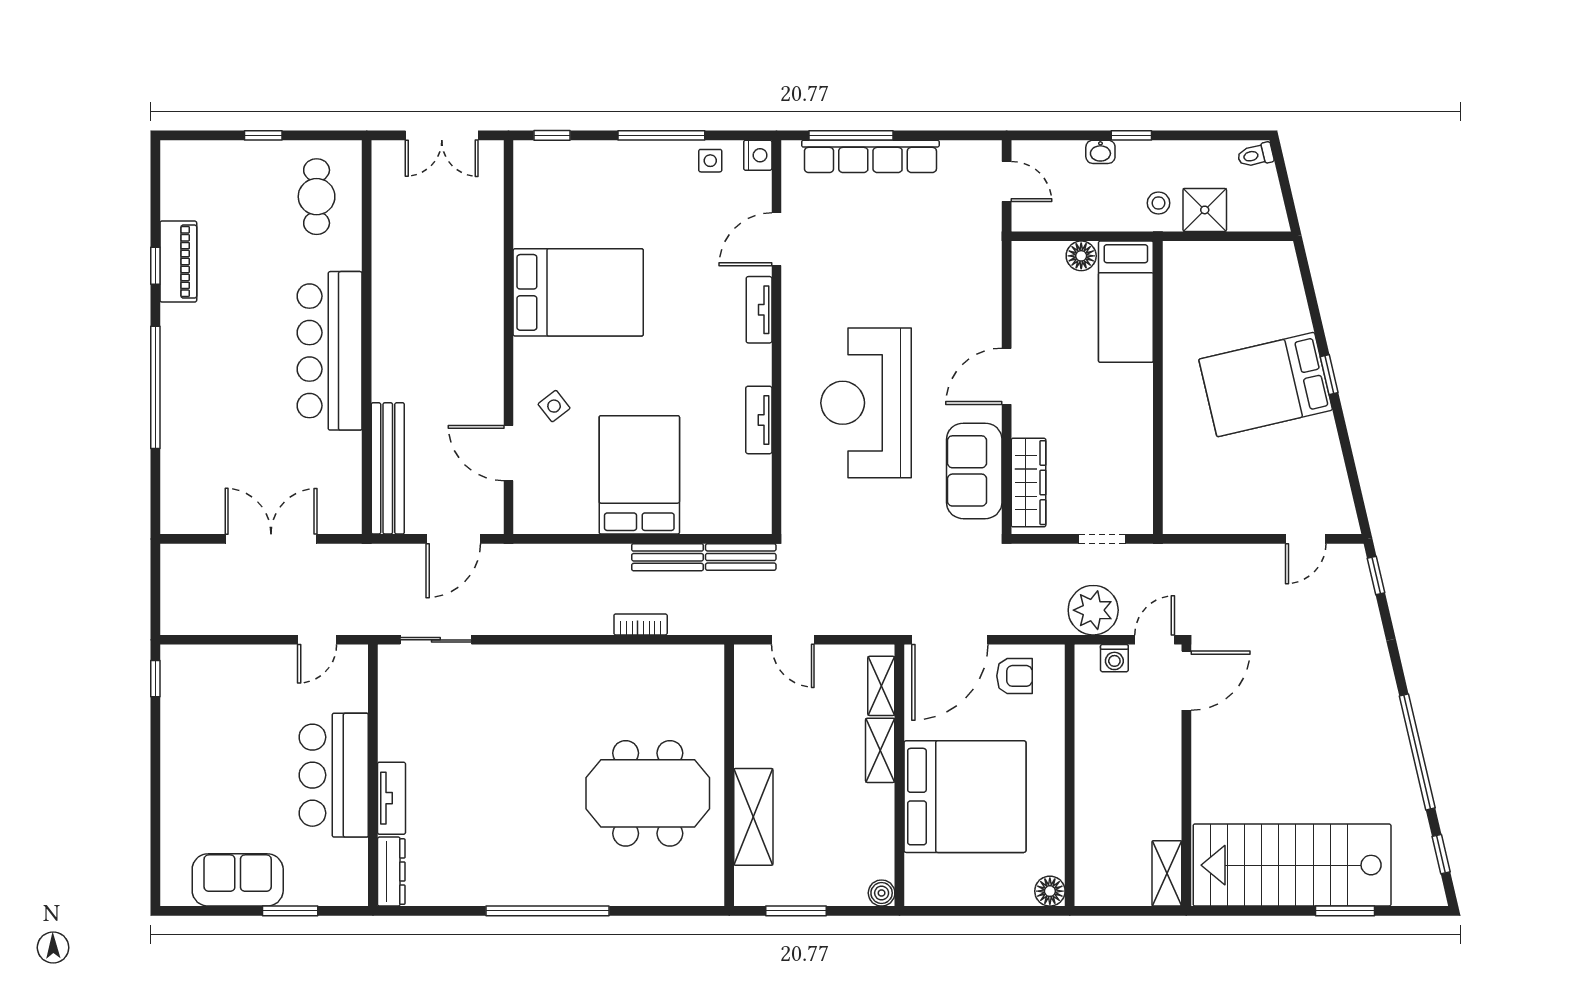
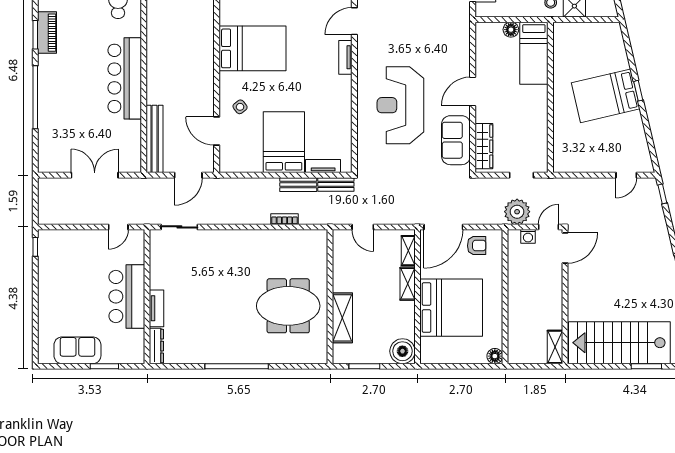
window: (155, 266) -> (35, 35), width x1.50
tv unit: (759, 420) -> (323, 166), moved, turned 90
boiler: (882, 893) -> (402, 351), width x1.86, depth x1.86

